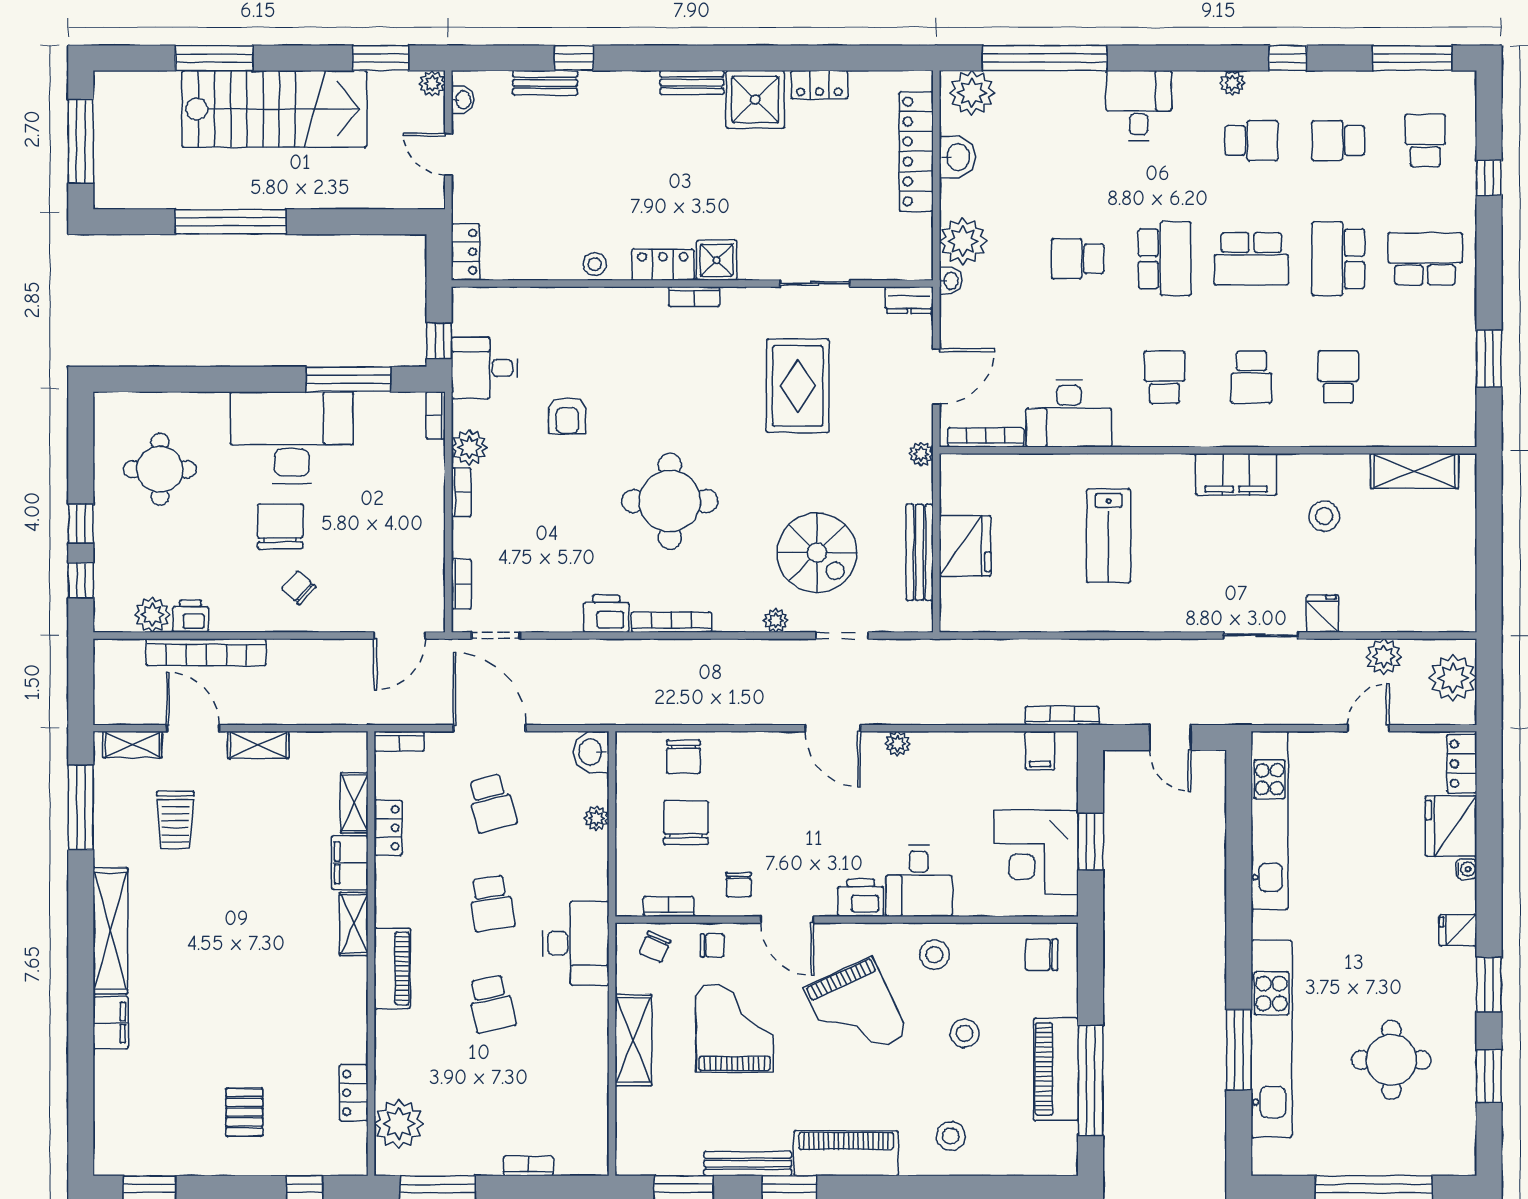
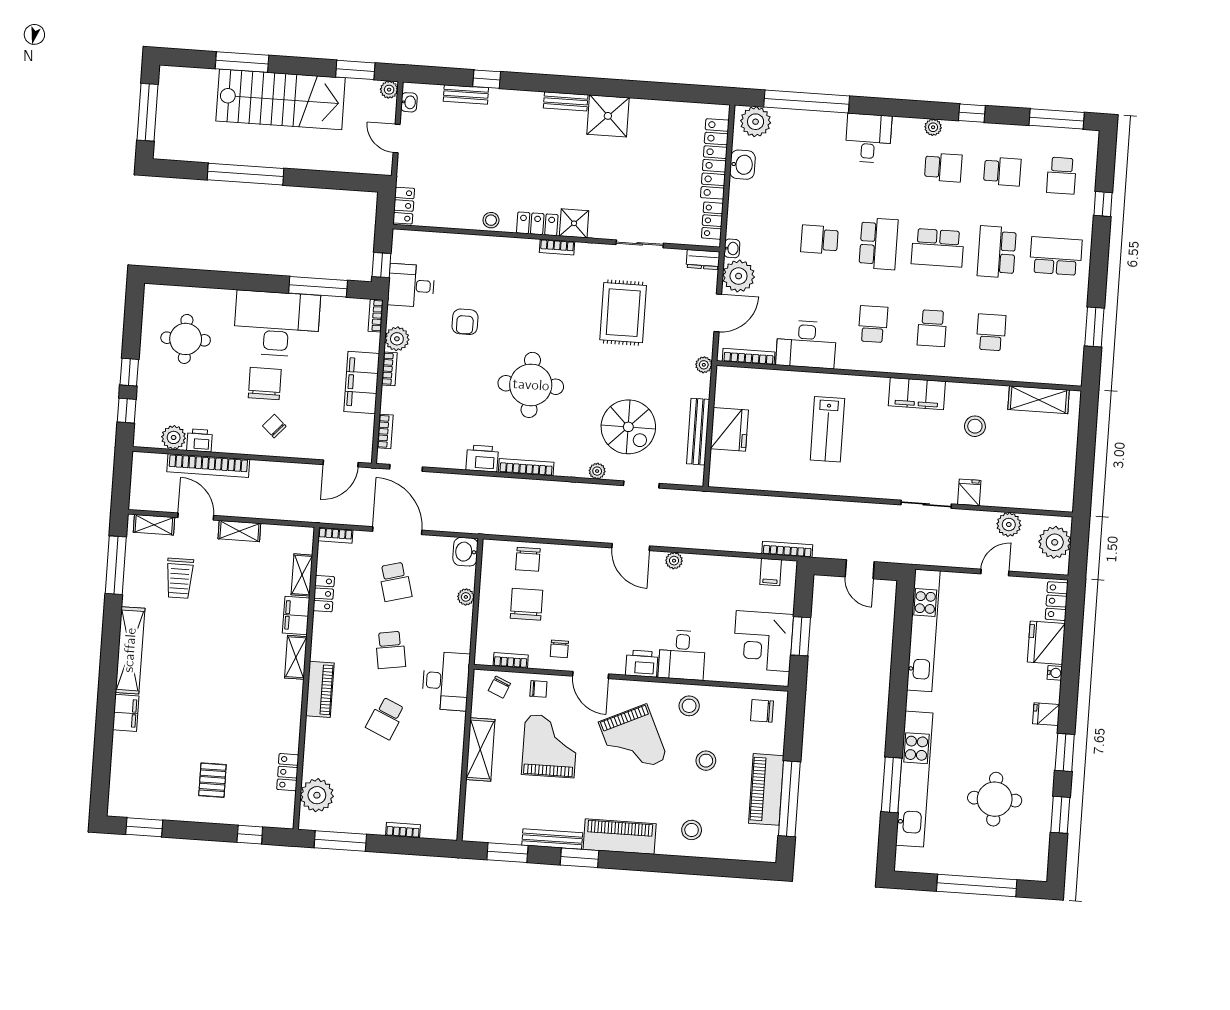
locker: (819, 85) -> (712, 221), moved, turned 90
school desk: (1338, 140) -> (1002, 171), turned 180
school desk: (1425, 140) -> (1061, 176), turned 180
plant: (963, 241) -> (739, 276), moved
filing cabinet: (422, 515) -> (362, 382), added
school desk: (492, 1004) -> (386, 718), turned 36

